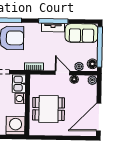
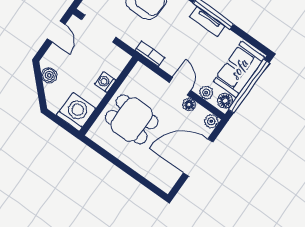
sofa: (81, 33) -> (239, 69), moved, turned 90
kitchen sink: (19, 84) -> (116, 62), removed
door: (99, 117) -> (198, 157), moved

